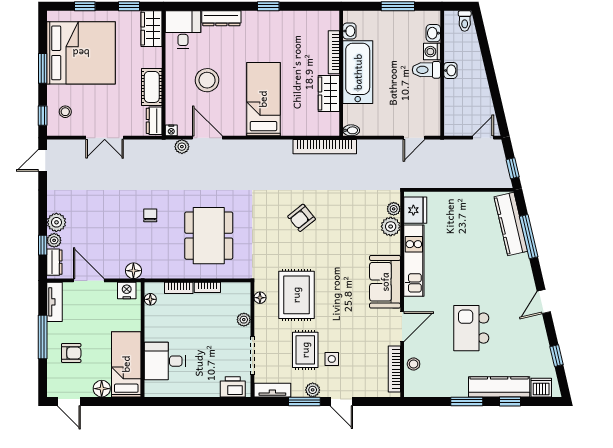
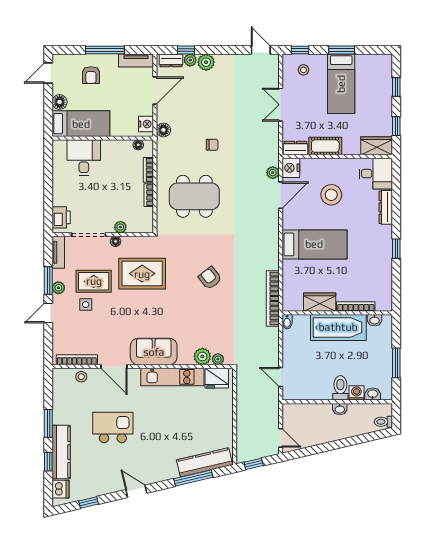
bed: (81, 53) -> (341, 84), width x0.49
nightstand: (171, 130) -> (291, 168), width x1.89, depth x1.79
floor lamp: (260, 298) -> (116, 241), moved

